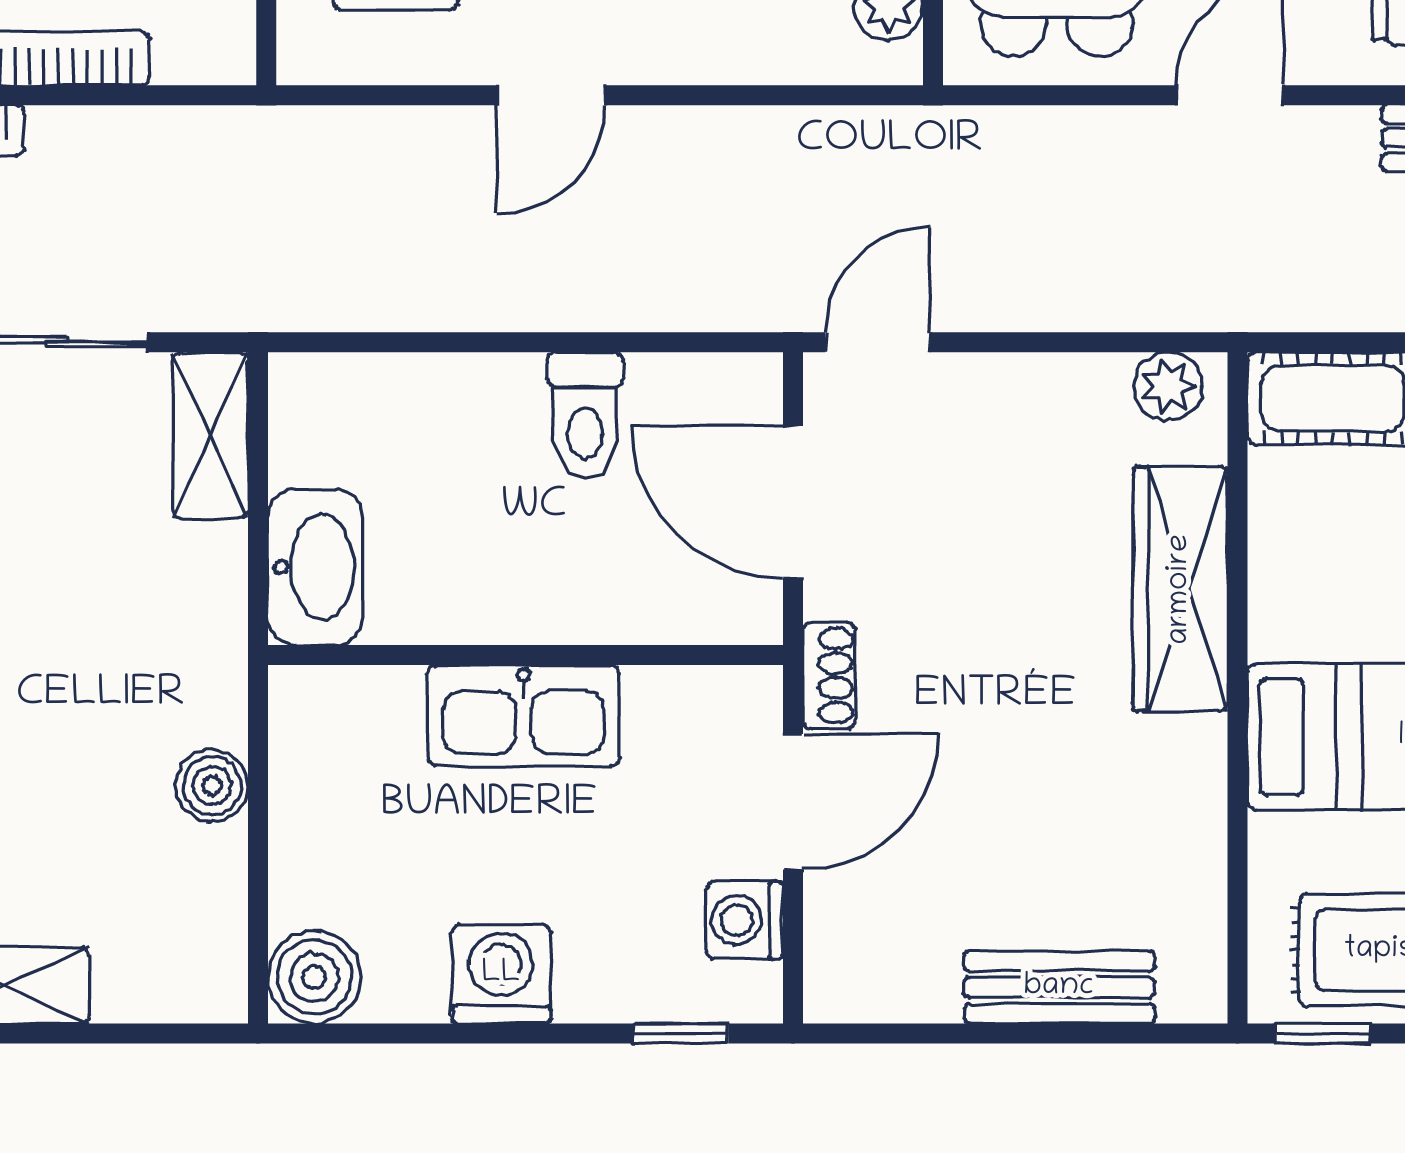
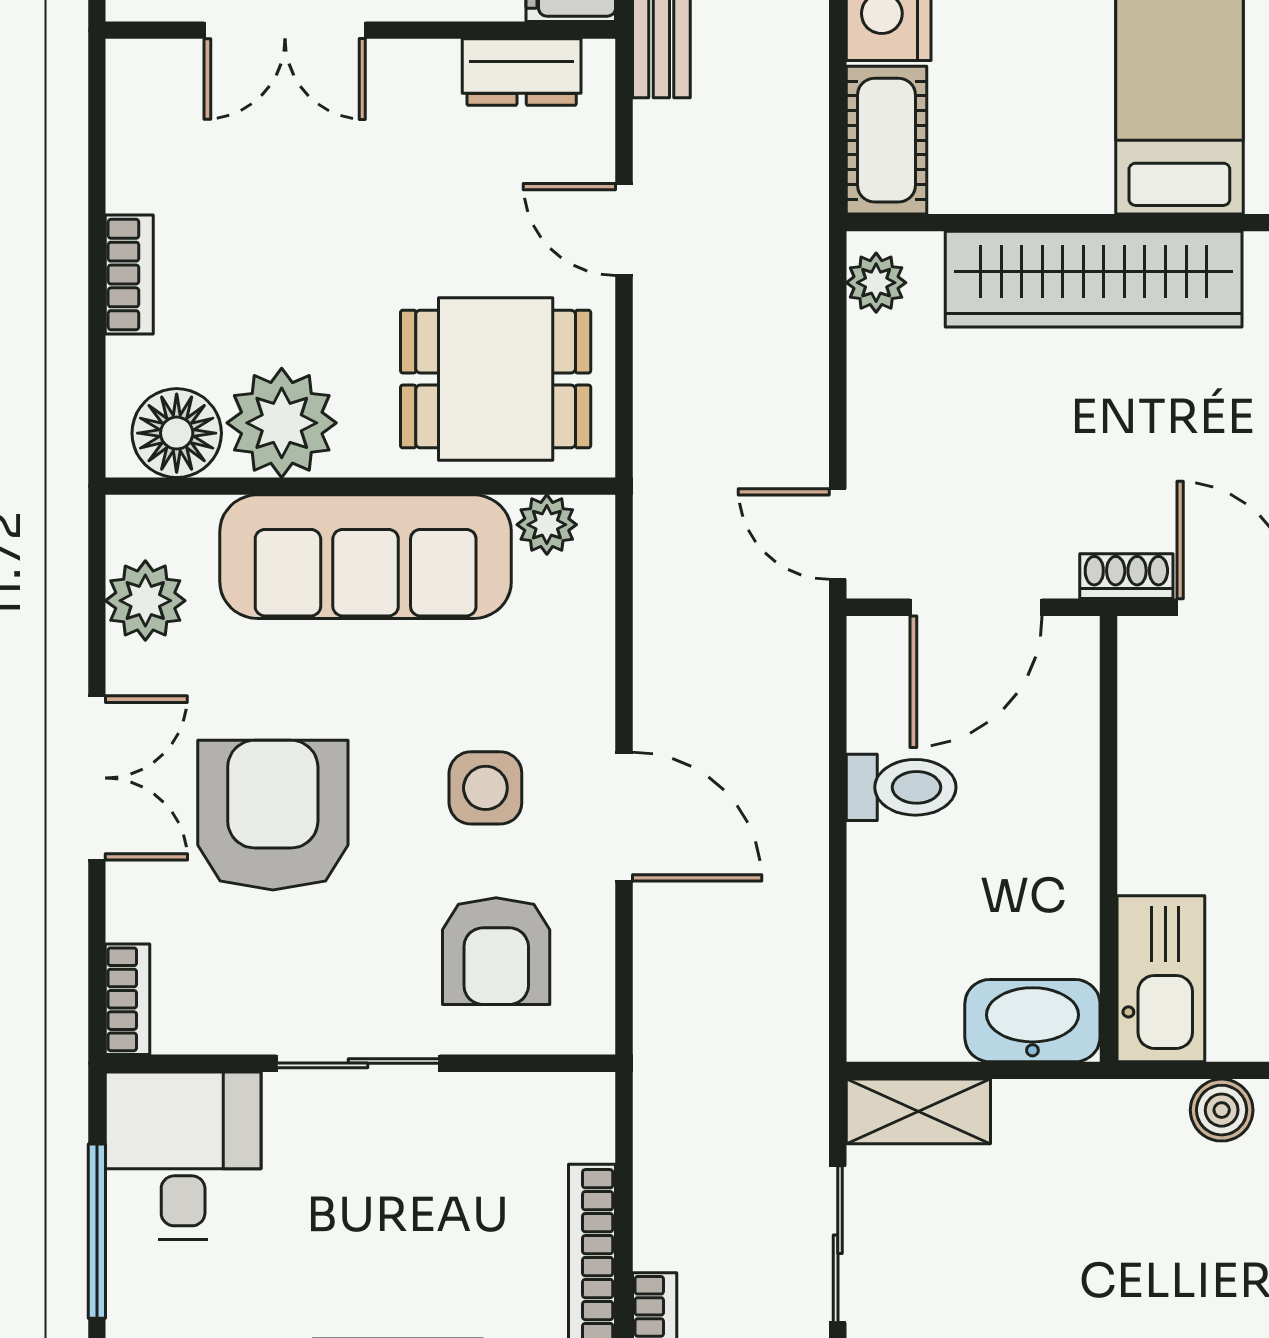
door: (551, 95) -> (624, 817), width x1.38
wardrobe: (1180, 589) -> (1094, 279), width x1.40, depth x1.17
kitchen sink: (523, 715) -> (1161, 979), moved

